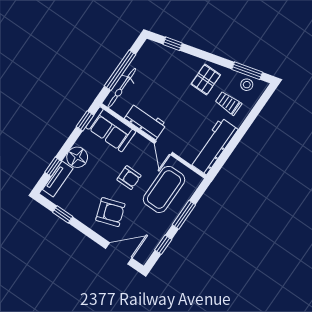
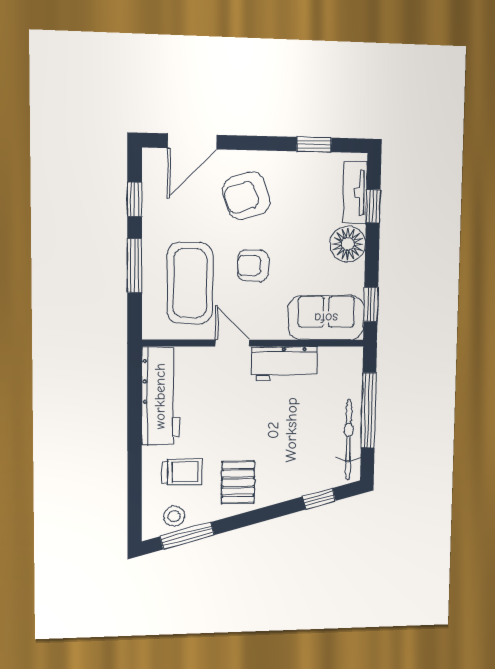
bicycle: (122, 88) -> (348, 440), moved

